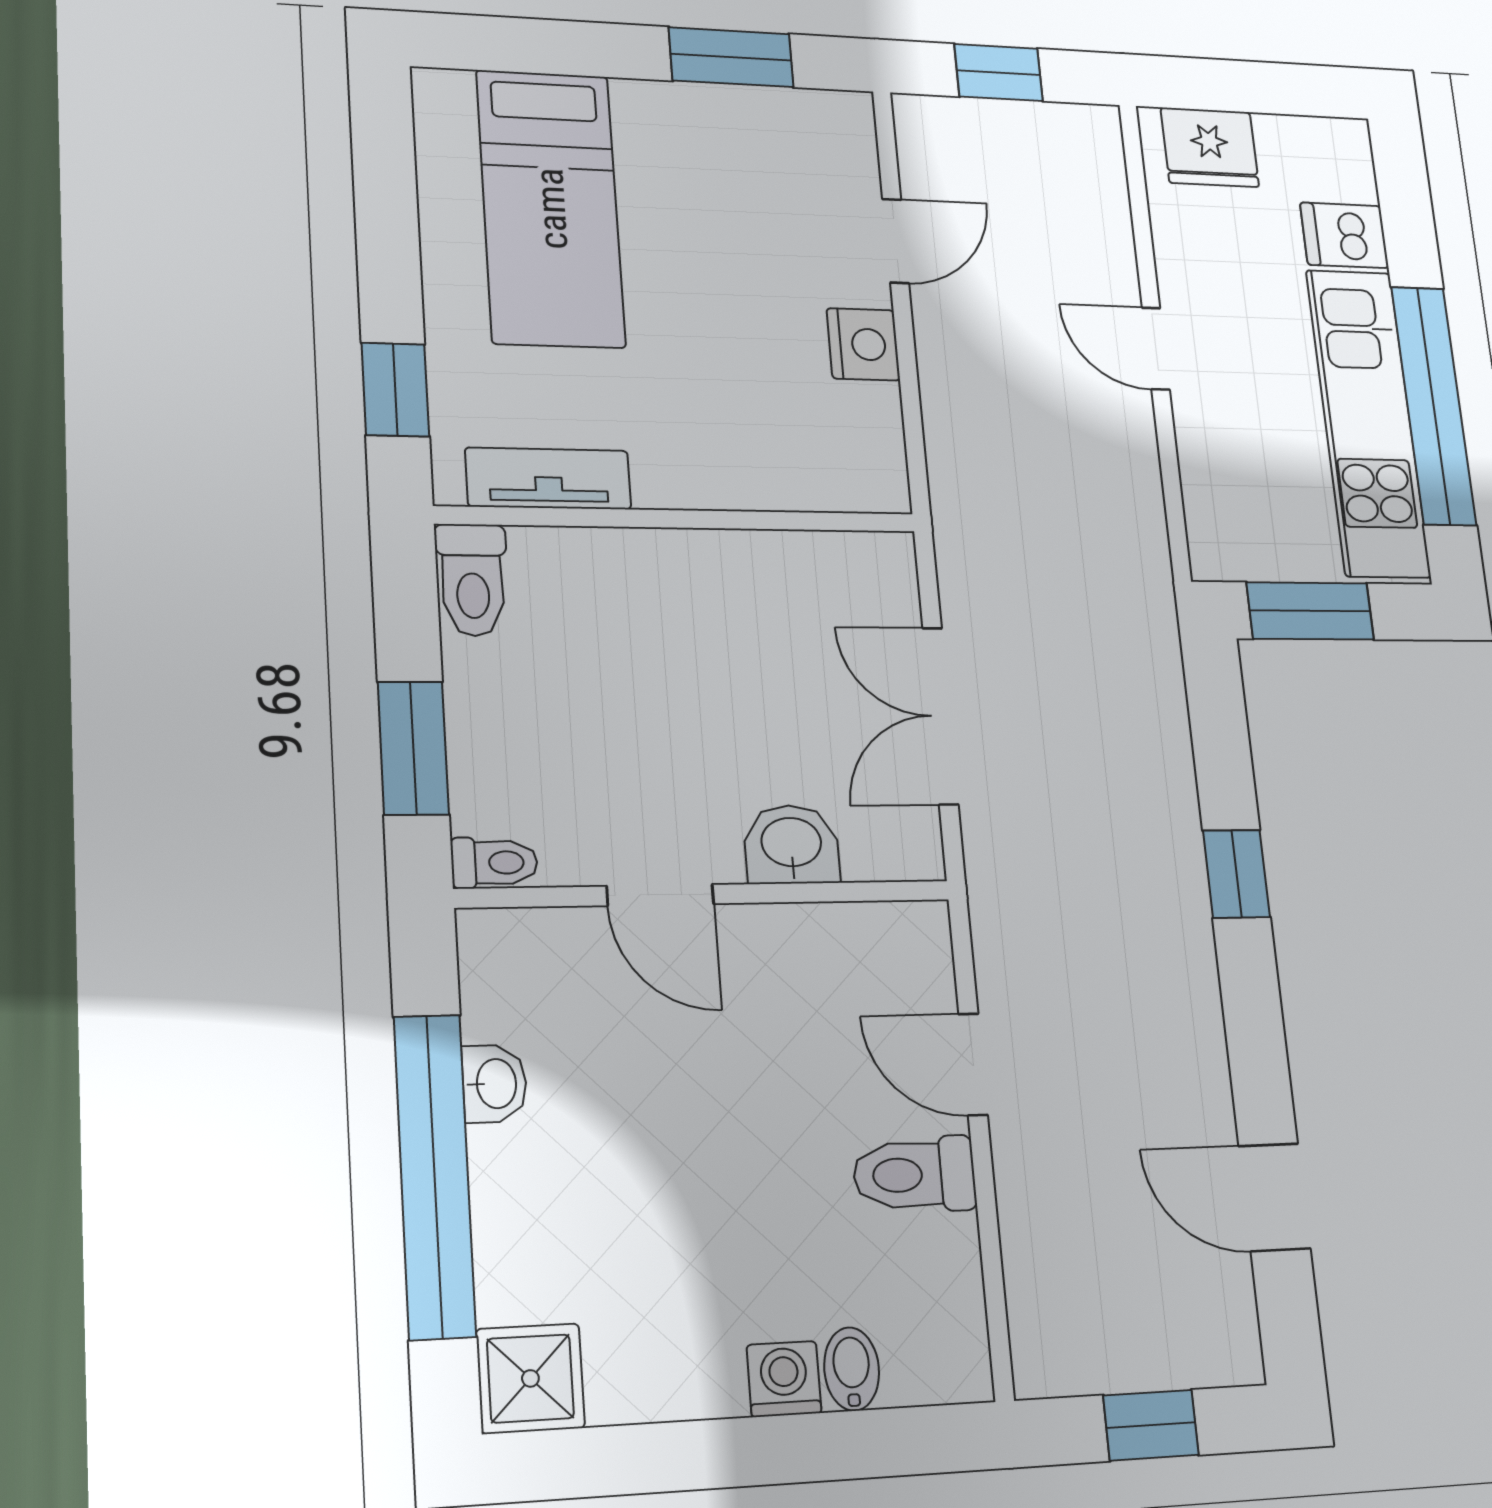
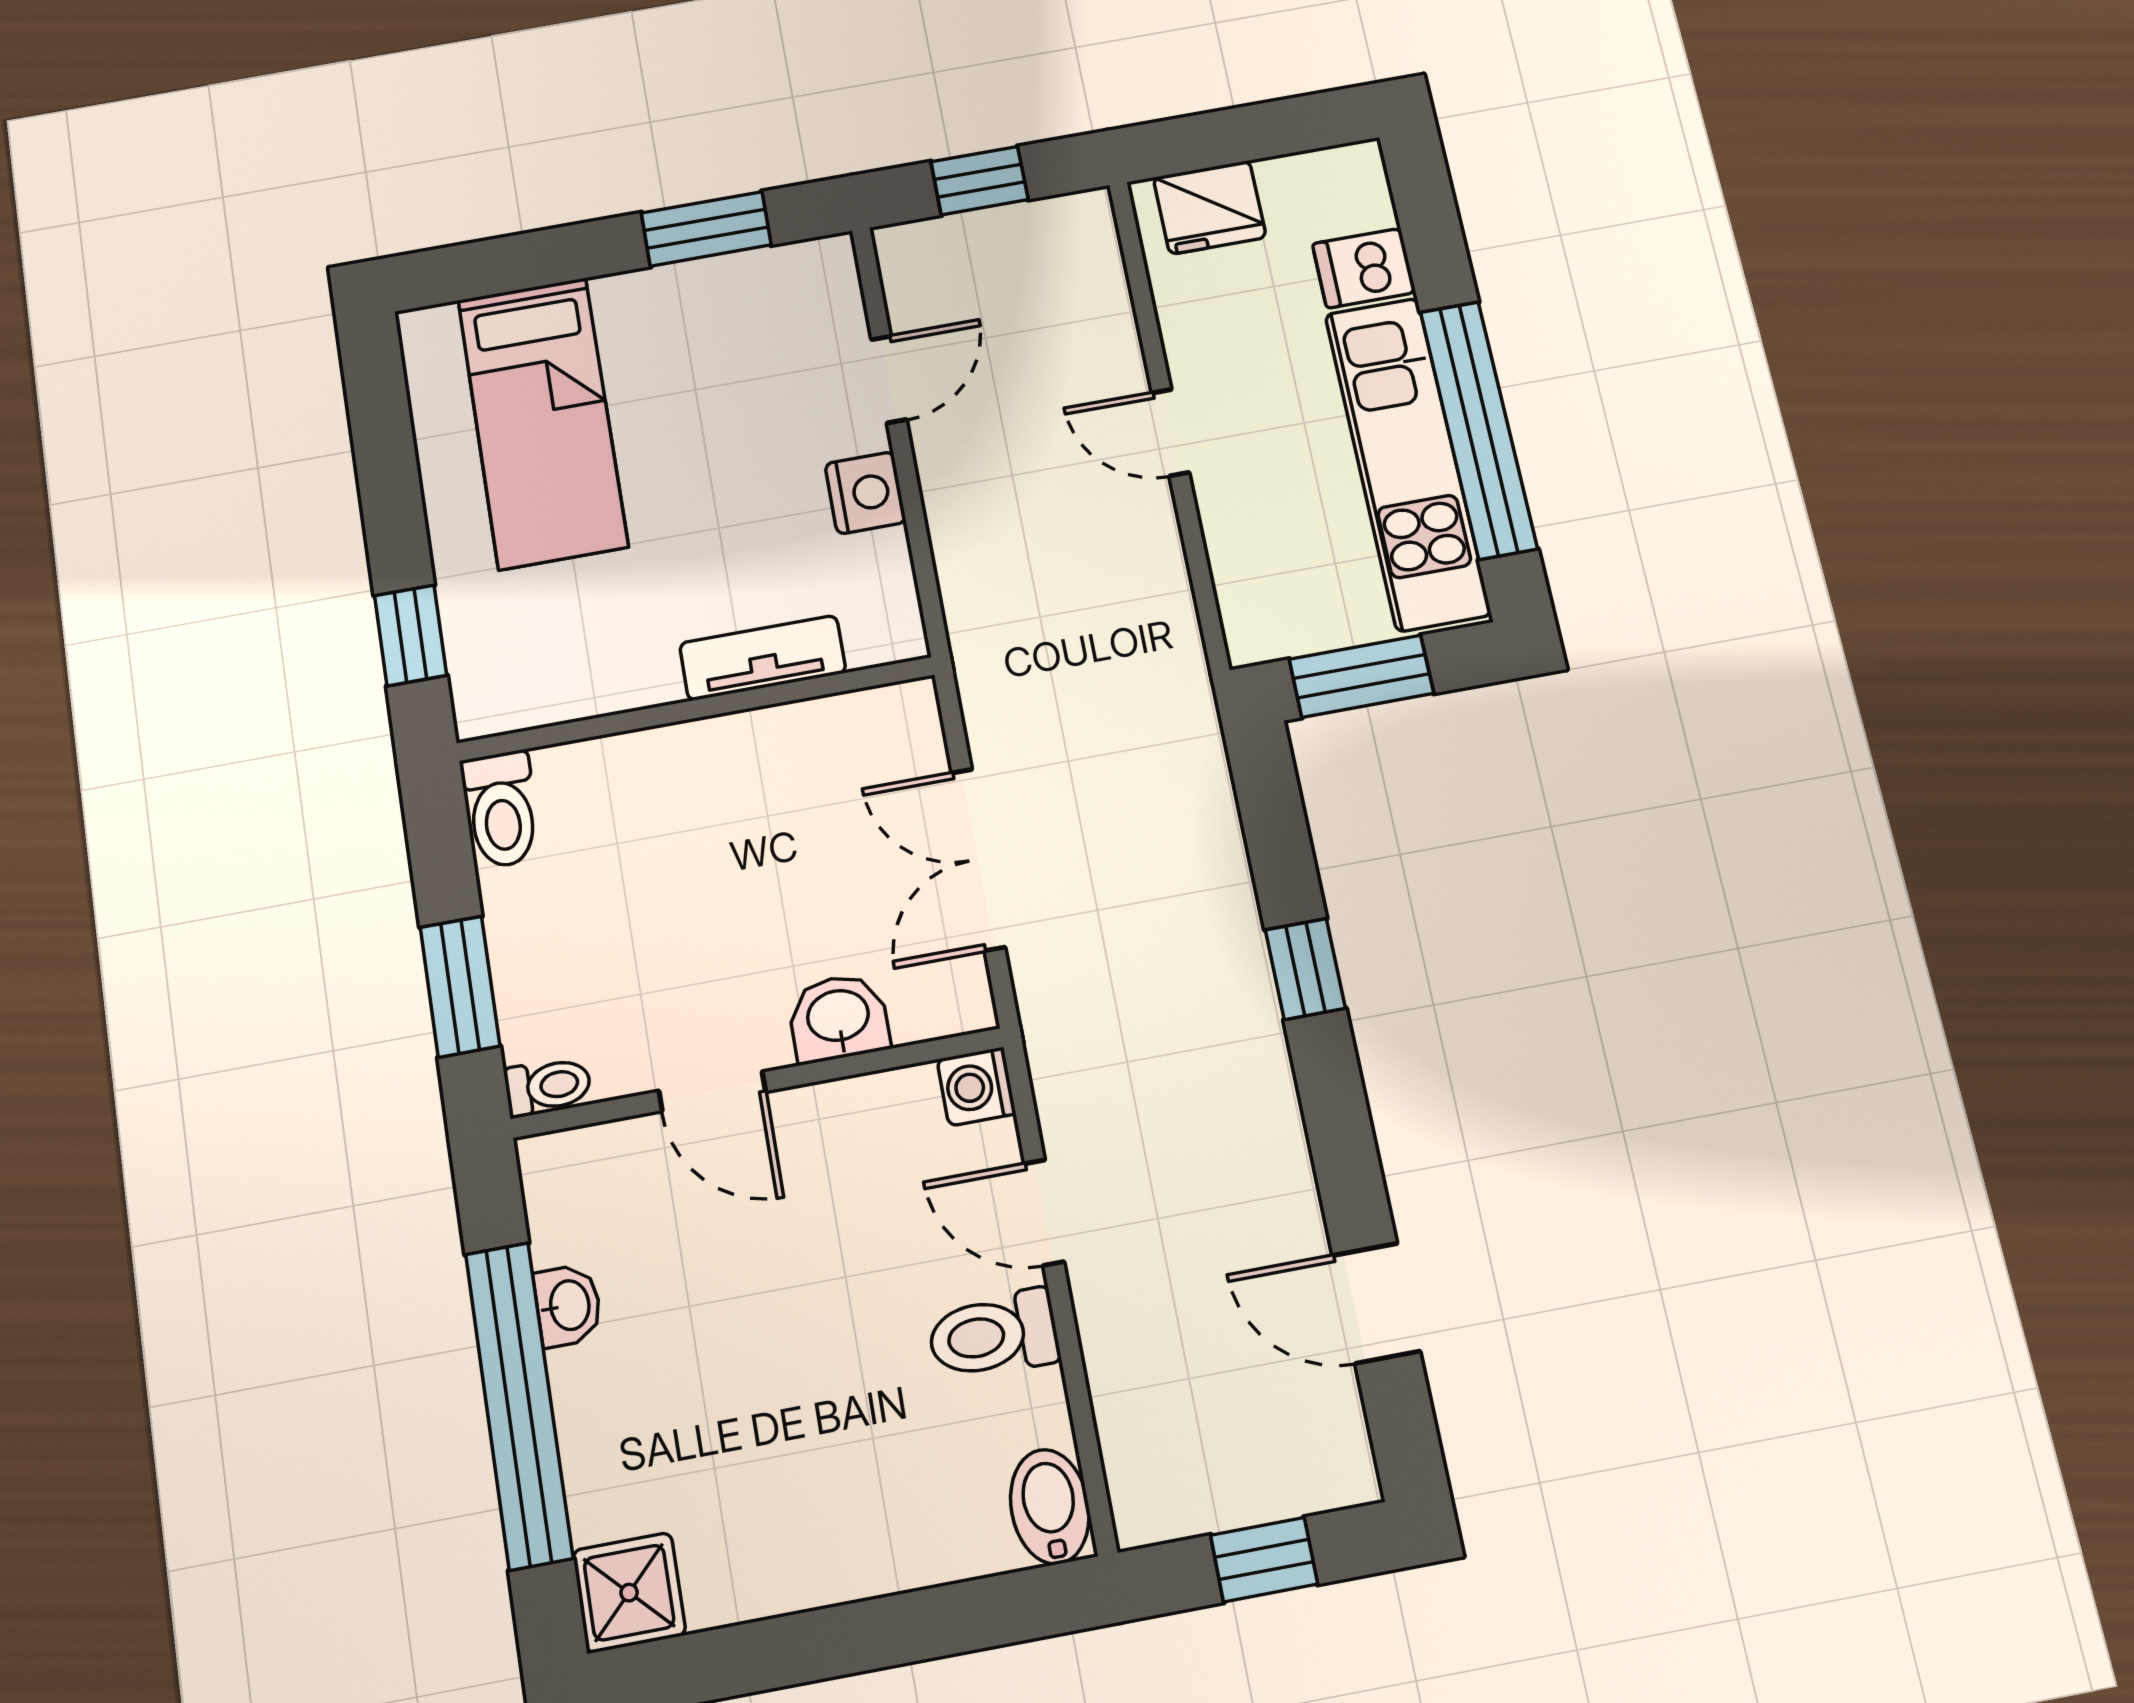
tv unit: (548, 478) -> (763, 658), moved
bidet: (852, 1369) -> (1050, 1507), moved, width x1.38, depth x1.36
washing machine: (784, 1379) -> (976, 1087), moved, turned -90

